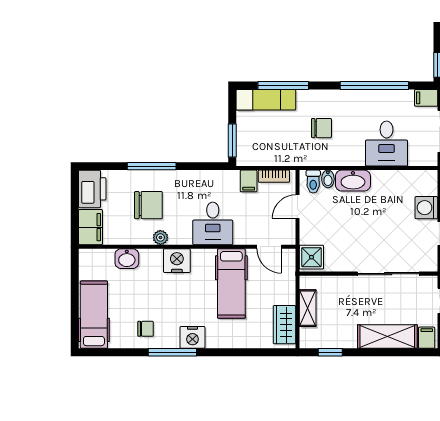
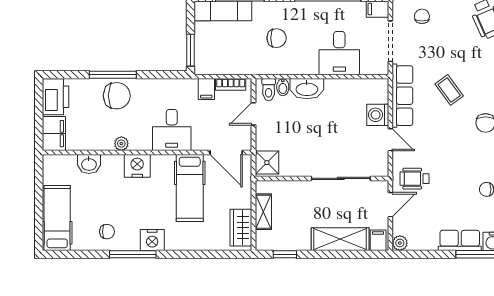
chair: (148, 205) -> (117, 96), moved
door: (269, 247) -> (226, 153), width x1.38

